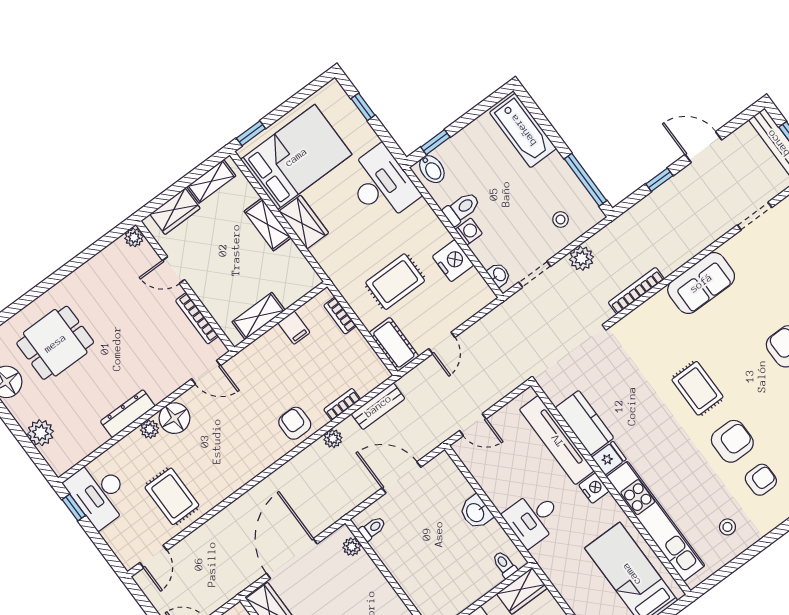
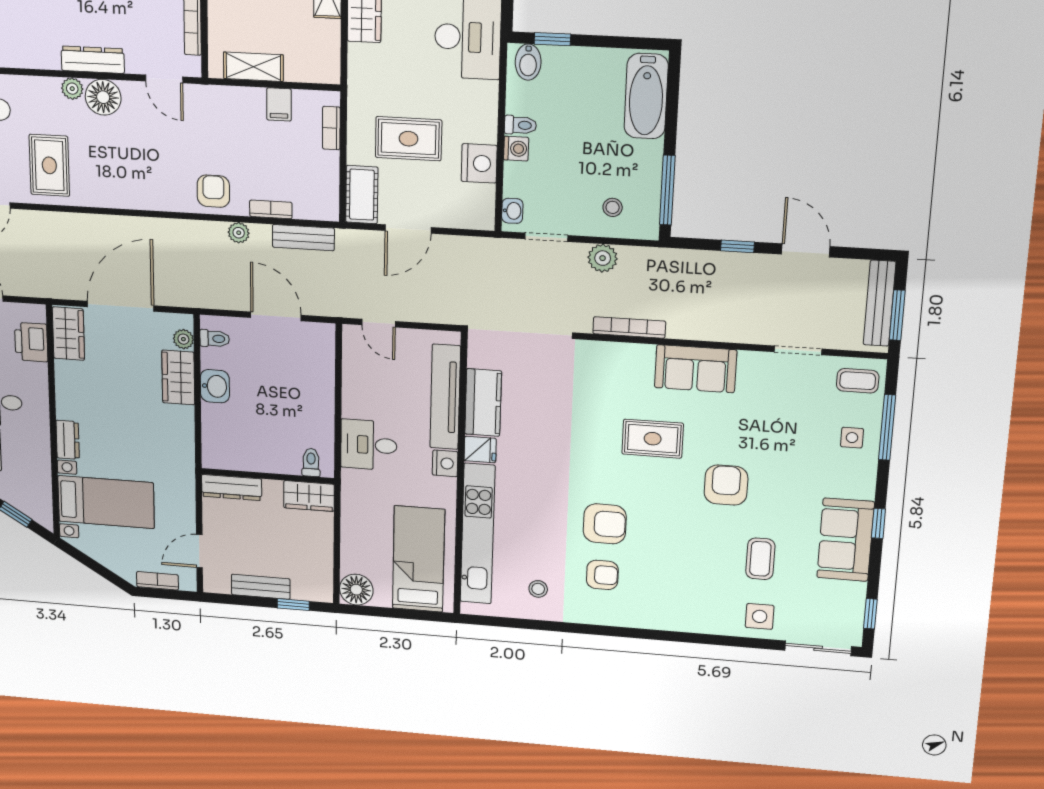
toilet: (462, 208) -> (520, 125), width x0.73, depth x0.72
door: (442, 343) -> (408, 229), width x1.38
rug: (697, 388) -> (653, 439), moved, turned 90
dresser: (128, 414) -> (93, 60), moved
washbasin: (476, 512) -> (215, 386), moved, turned 180
wardrobe: (369, 578) -> (178, 377), added

